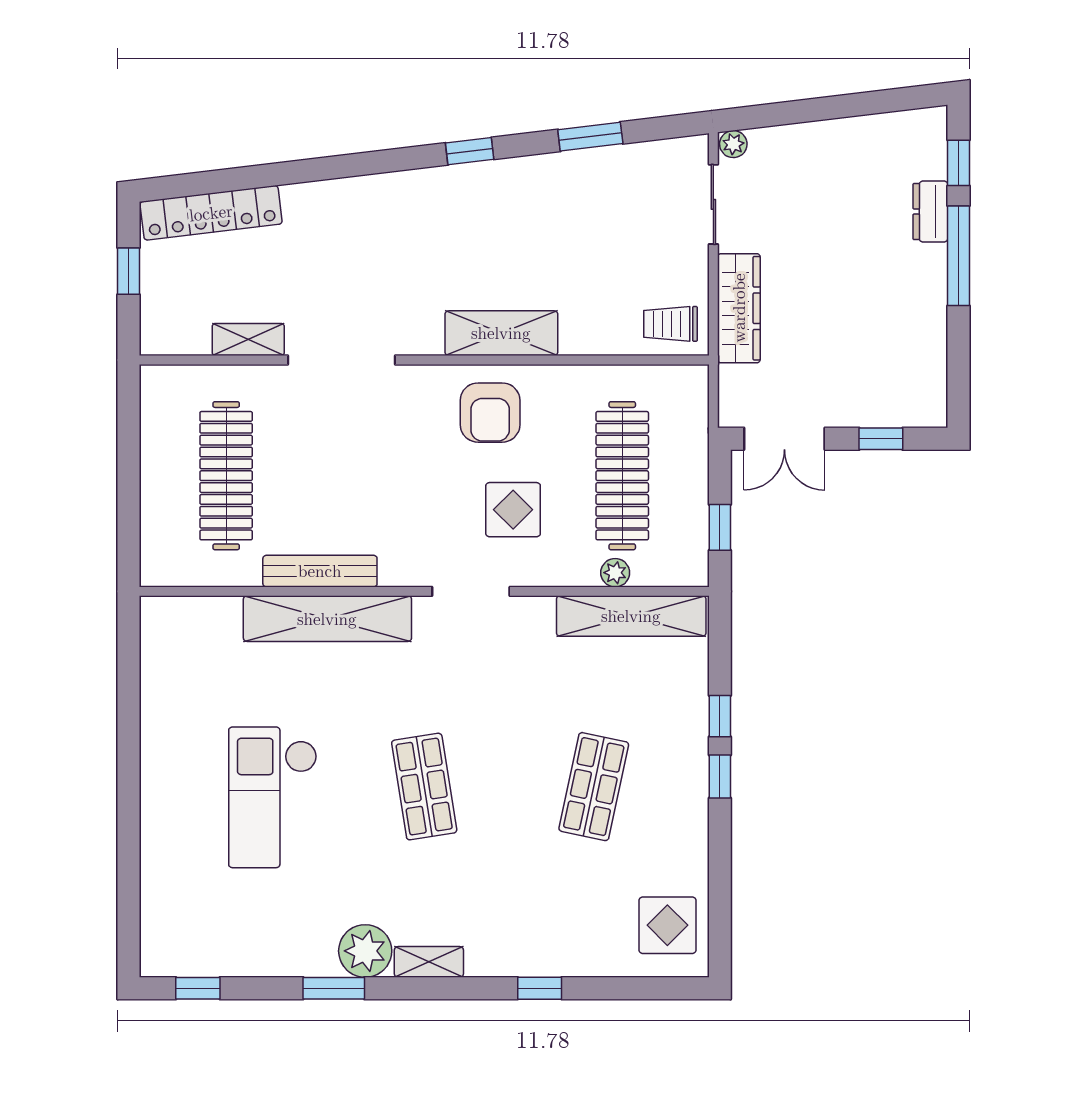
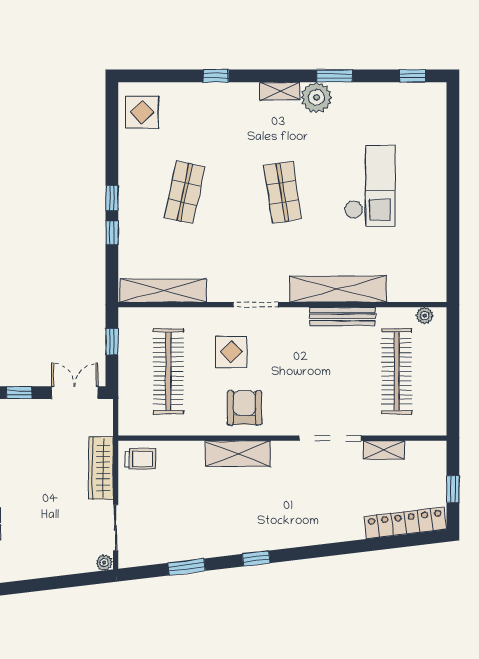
plant: (615, 573) -> (425, 315), moved

